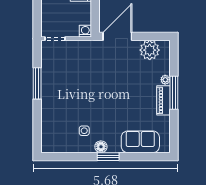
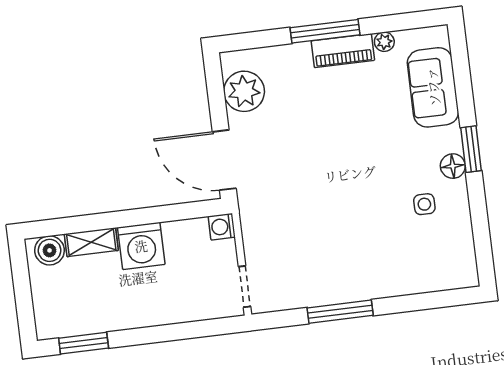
plant: (165, 80) -> (384, 42), moved

